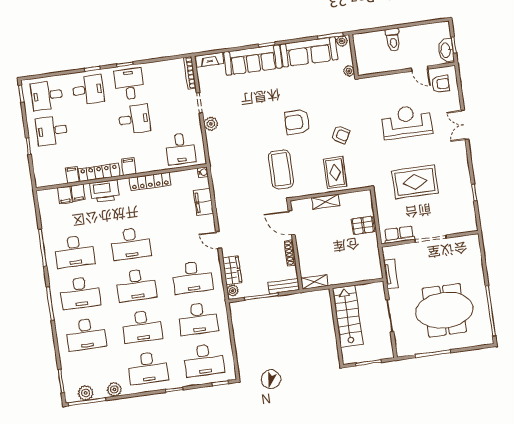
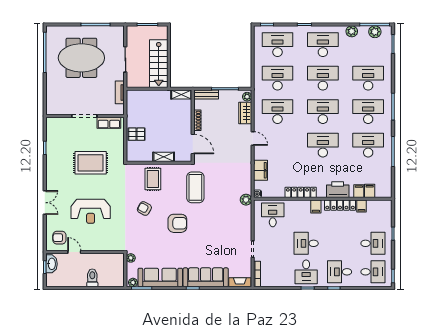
plant: (211, 124) -> (246, 200), moved

